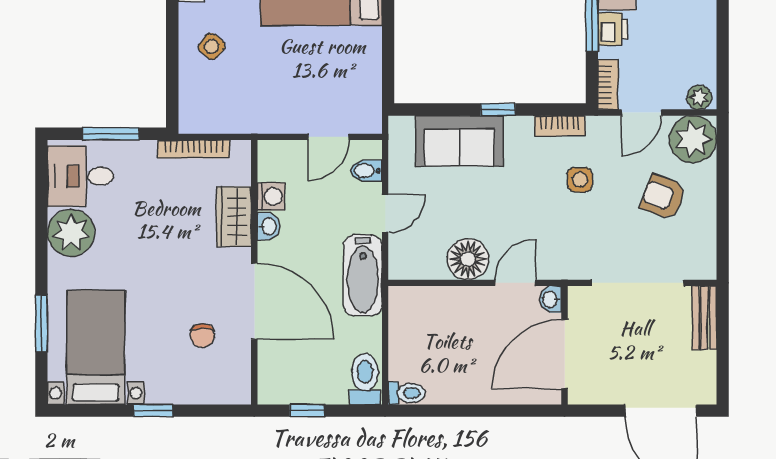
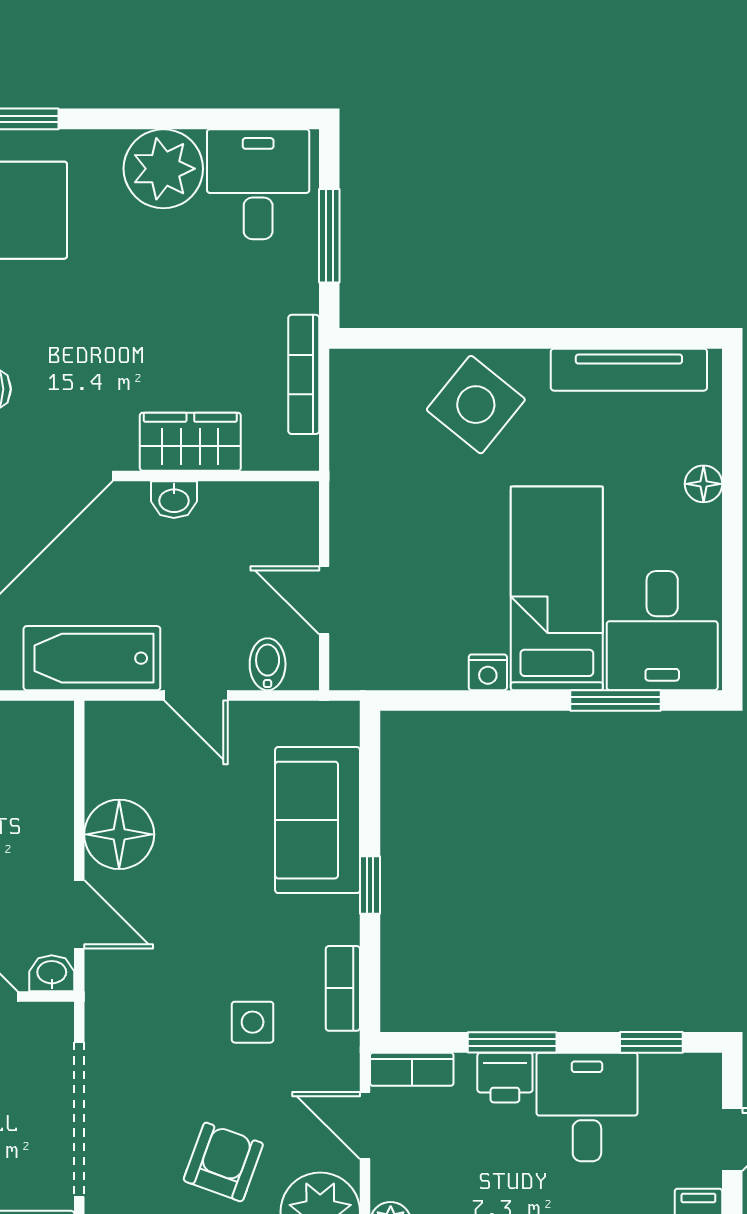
nightstand: (371, 39) -> (488, 672), added
side table: (212, 46) -> (476, 405), width x1.87, depth x1.87
washing machine: (271, 197) -> (224, 504), removed

